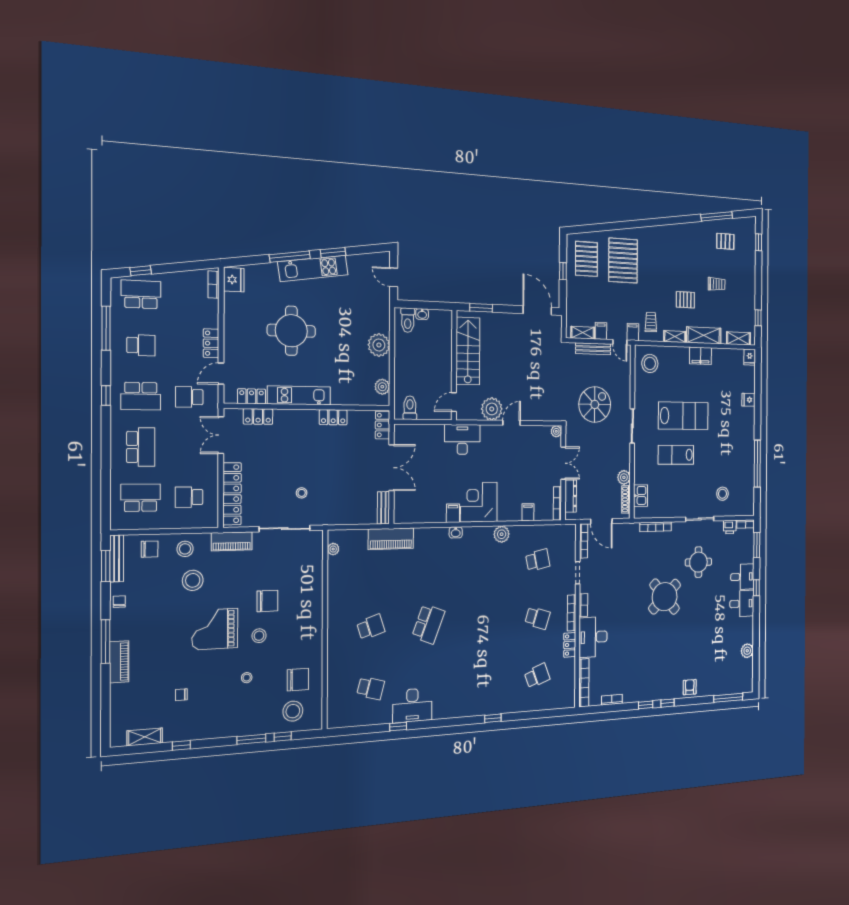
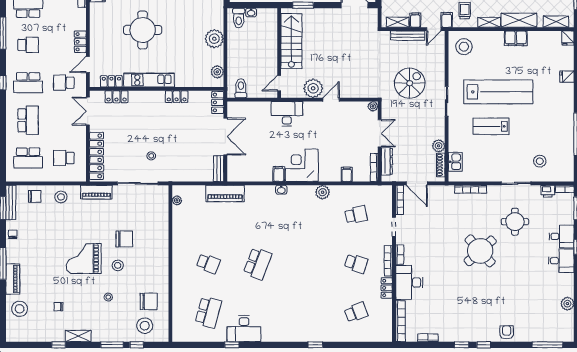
door: (620, 342) -> (434, 29), hinge flipped
lab bench: (683, 416) -> (498, 92), width x1.36
school desk: (141, 498) -> (28, 158), turned 180
stool: (193, 580) -> (20, 309), moved
school desk: (371, 627) -> (208, 263), turned 39
school desk: (371, 688) -> (208, 312), width x1.85
shelving: (145, 737) -> (78, 336), moved

